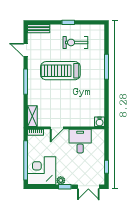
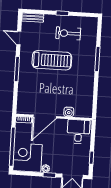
treadmill: (60, 71) -> (52, 60), turned 180
shelving: (32, 116) -> (21, 103), removed
water cooler: (100, 122) -> (69, 112), moved
door: (57, 128) -> (45, 117), width x1.87
desk: (80, 141) -> (78, 132), moved

